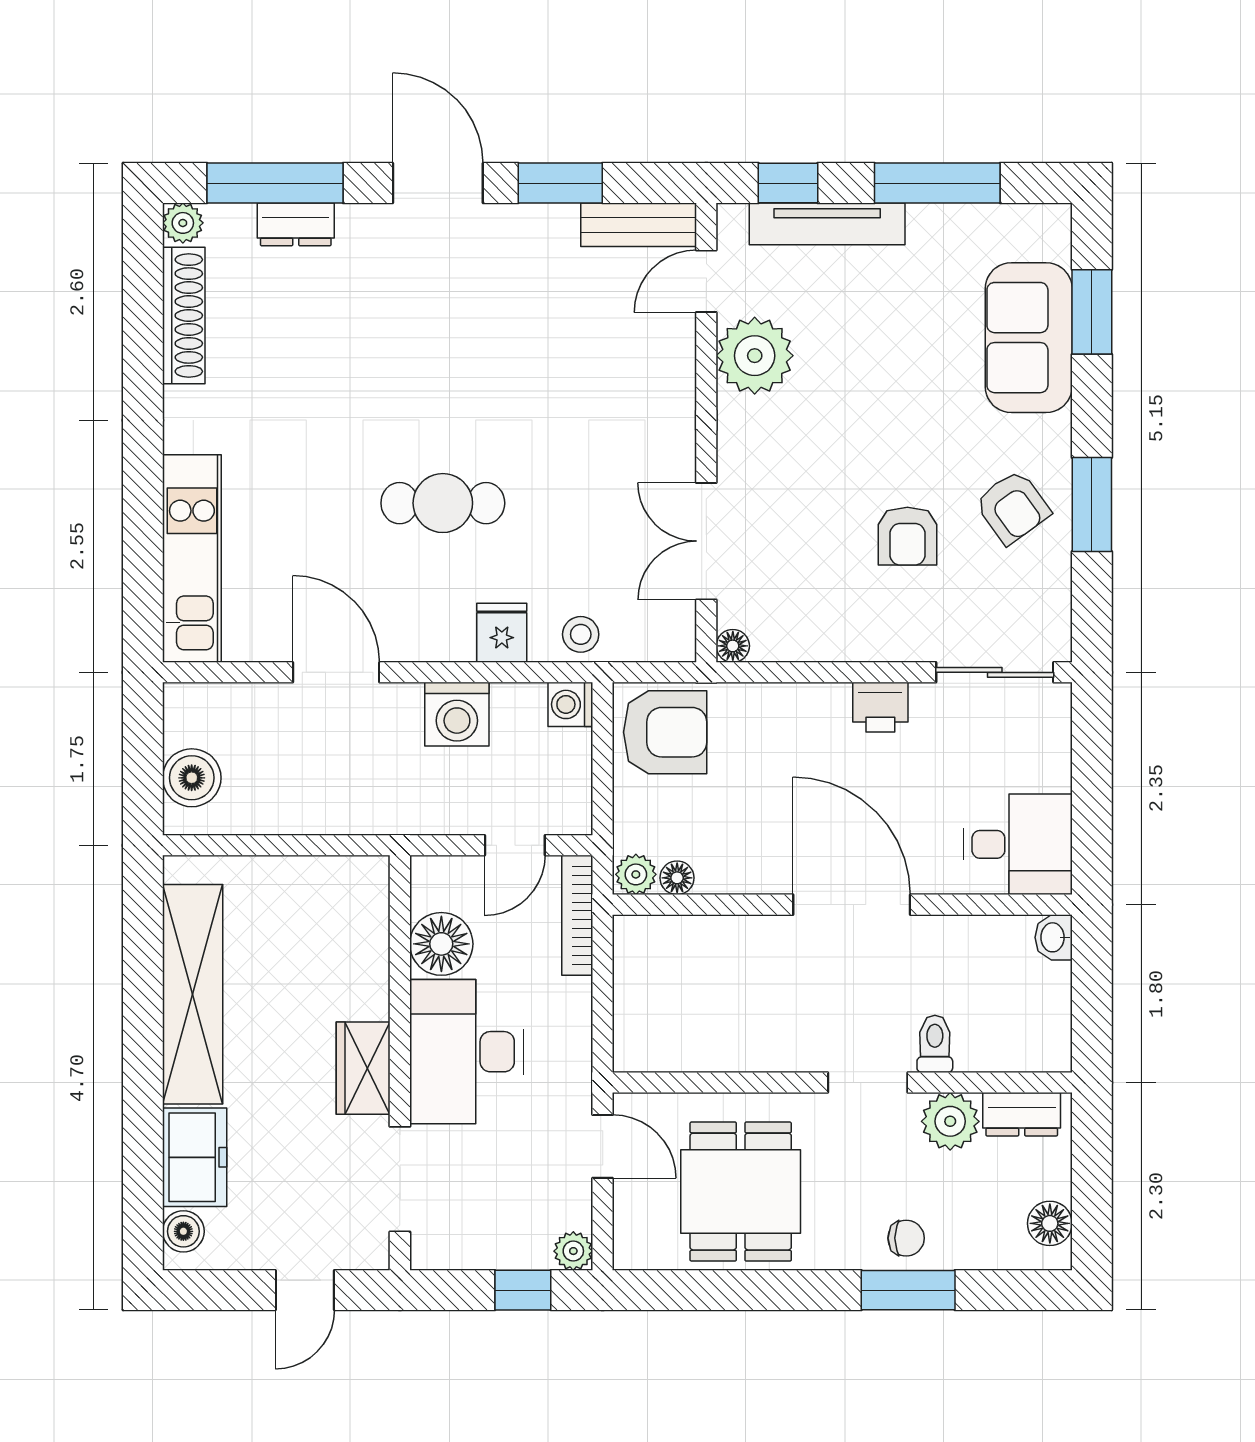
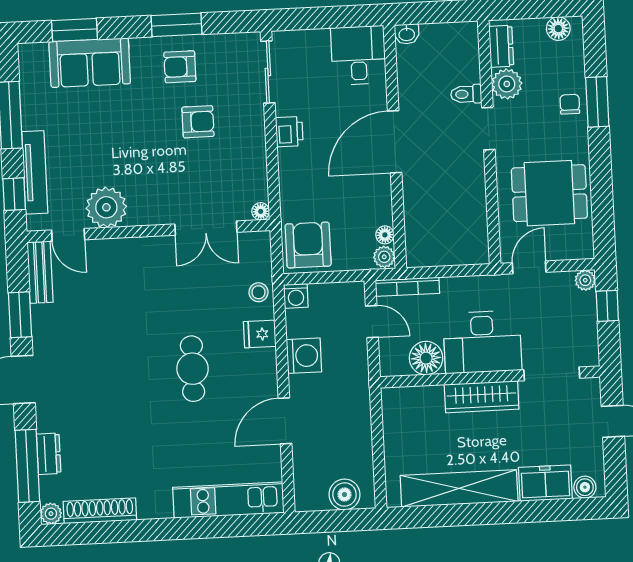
armchair: (1013, 507) -> (180, 67), turned -144
wardrobe: (363, 1068) -> (482, 397), width x1.50

